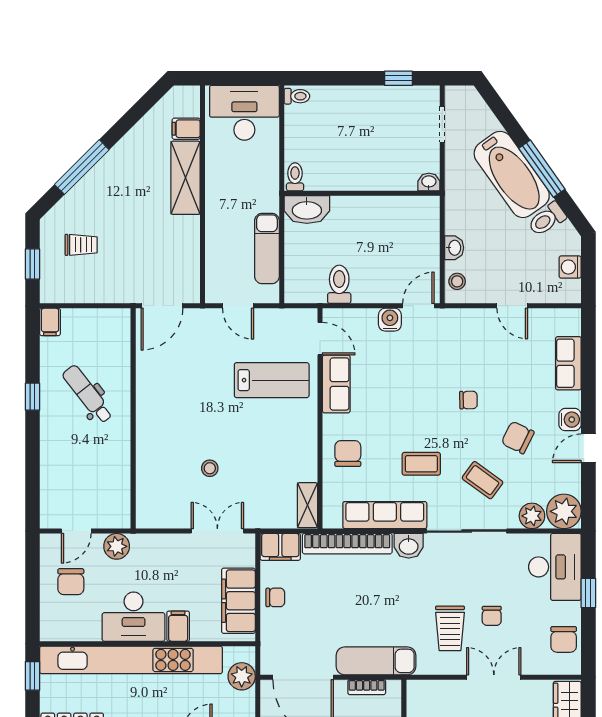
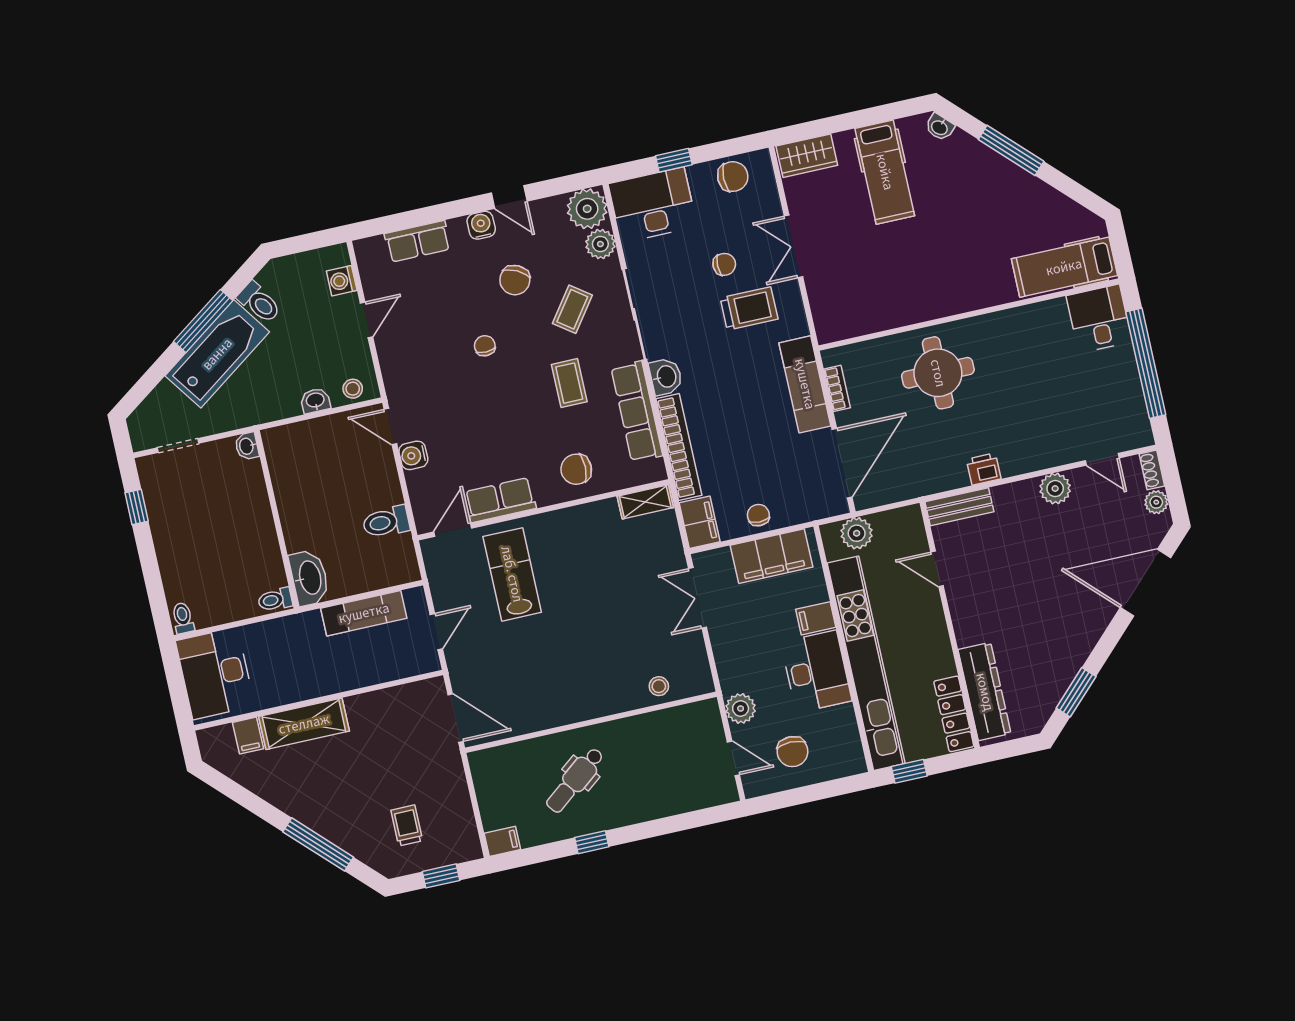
washing machine: (570, 267) -> (342, 281), moved, turned 90
stool: (210, 468) -> (659, 686), moved
chair: (71, 582) -> (792, 752), turned 90

